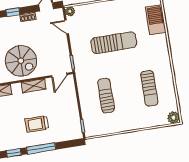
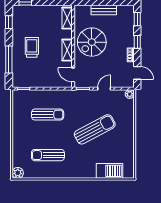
door: (67, 27) -> (104, 89), moved
sun lounger: (114, 43) -> (95, 129), turned -118
window: (41, 148) -> (9, 60), moved

